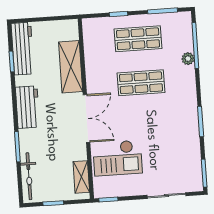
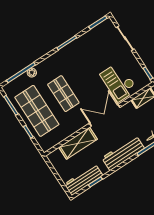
shop shelf: (138, 39) -> (37, 111), width x1.43, depth x1.36
workbench: (28, 107) -> (123, 153), width x1.38
checkout: (118, 158) -> (119, 82), turned 180

